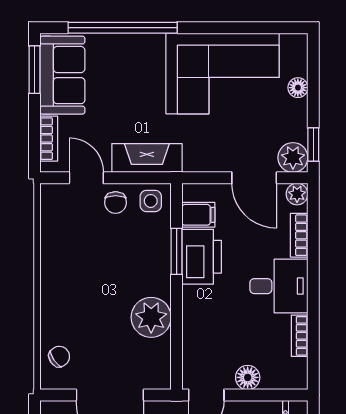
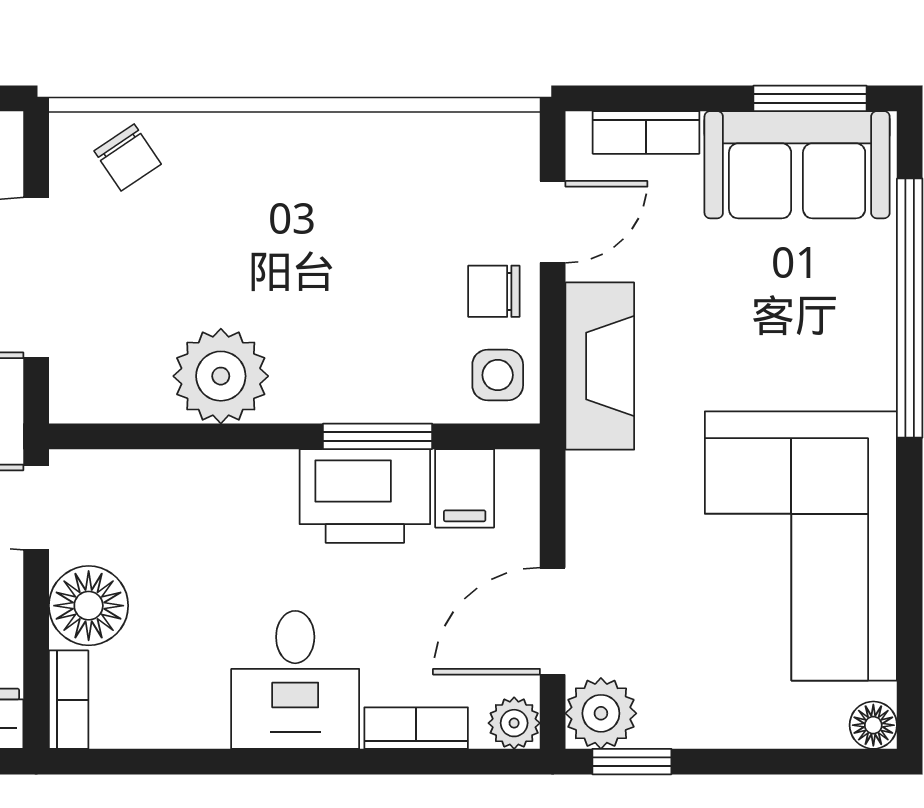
floor lamp: (298, 88) -> (873, 725), moved
bookcase: (300, 336) -> (69, 700), moved, turned 90
floor lamp: (248, 377) -> (89, 606), width x1.38, depth x1.38

